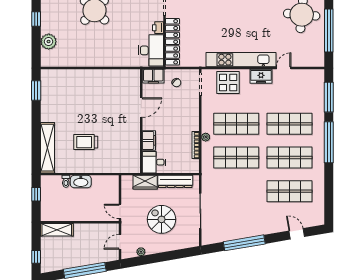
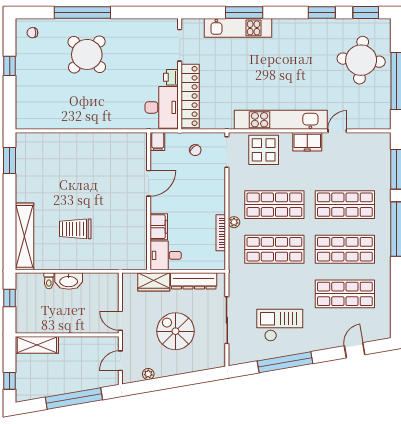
plant: (49, 42) -> (26, 96), removed
filing cabinet: (153, 76) -> (158, 142), width x0.50
checkout: (240, 215) -> (280, 325), added
door: (297, 234) -> (355, 350), hinge flipped

